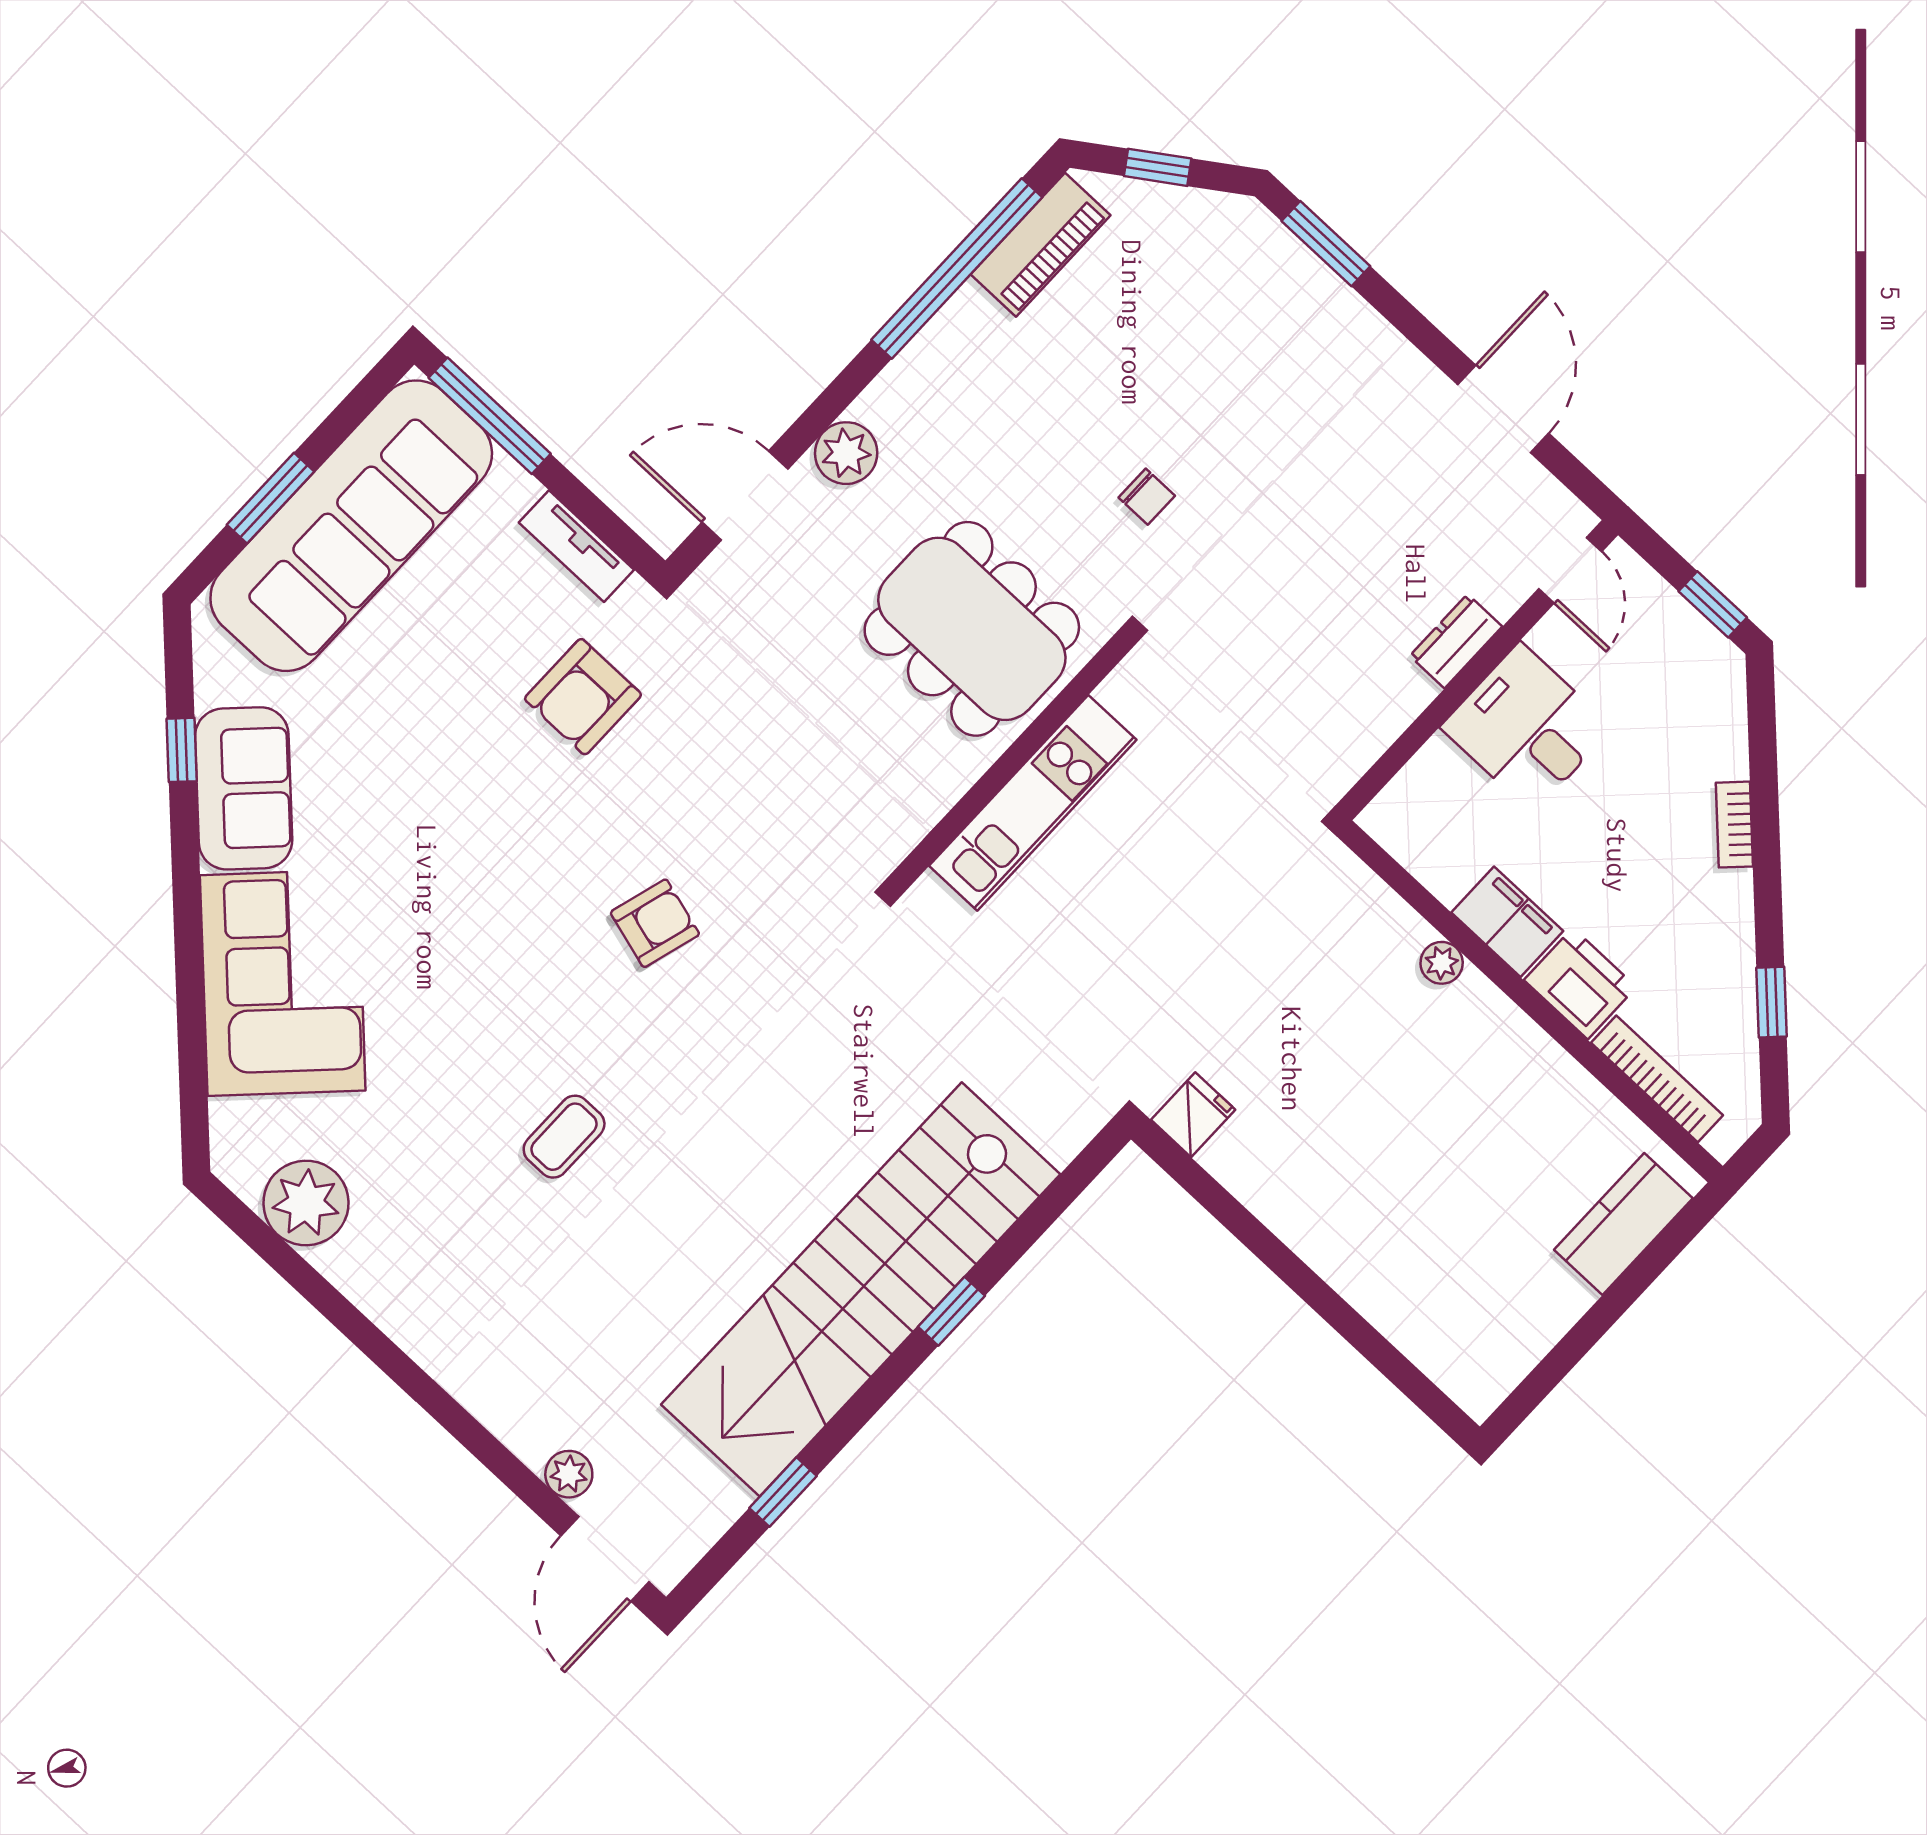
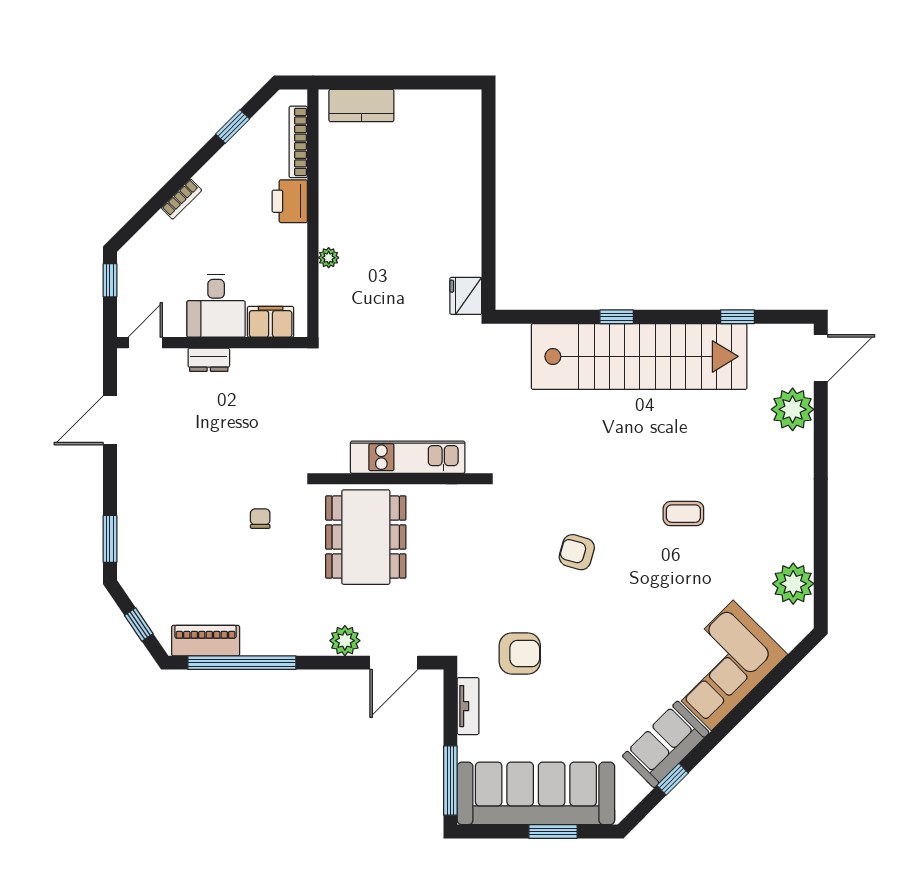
door: (745, 496) -> (394, 663), hinge flipped
filing cabinet: (1507, 922) -> (271, 322), moved, turned 90
fridge: (1193, 1115) -> (466, 296), width x1.38
plant: (569, 1474) -> (793, 409), width x1.88, depth x1.88

